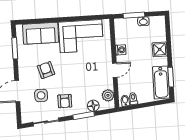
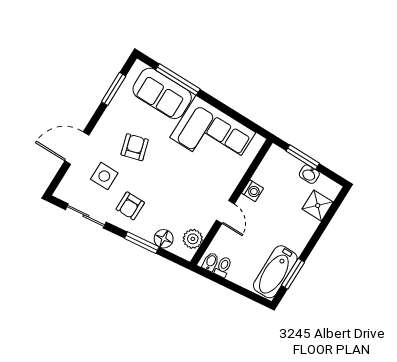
window: (44, 21) -> (178, 80), added
shower: (160, 49) -> (318, 206), moved
door: (115, 70) -> (225, 212), hinge flipped

